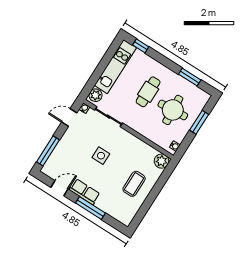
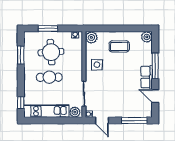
side table: (101, 156) -> (97, 65), moved
plant: (126, 218) -> (147, 37), added

